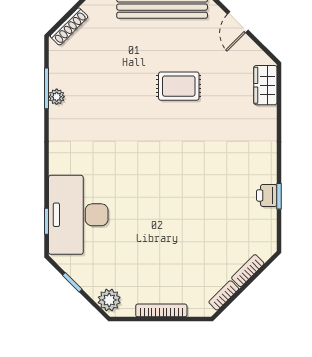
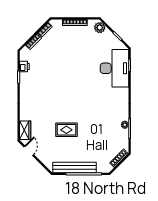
door: (238, 22) -> (29, 151), moved
printer: (267, 195) -> (24, 66), moved

